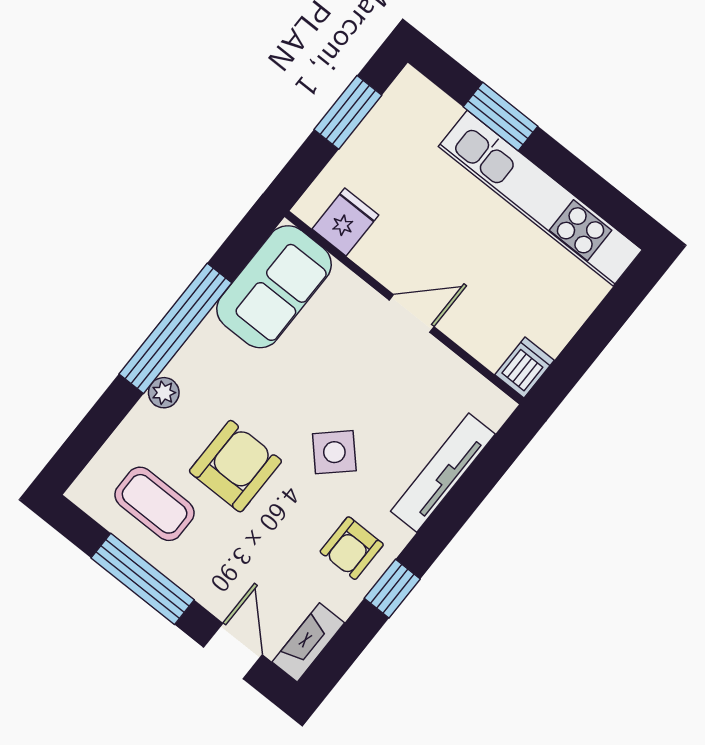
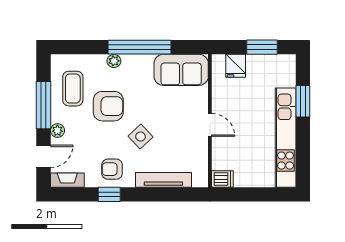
fridge: (345, 222) -> (236, 66), moved, turned 90
plant: (207, 590) -> (57, 131), added

